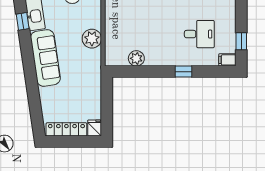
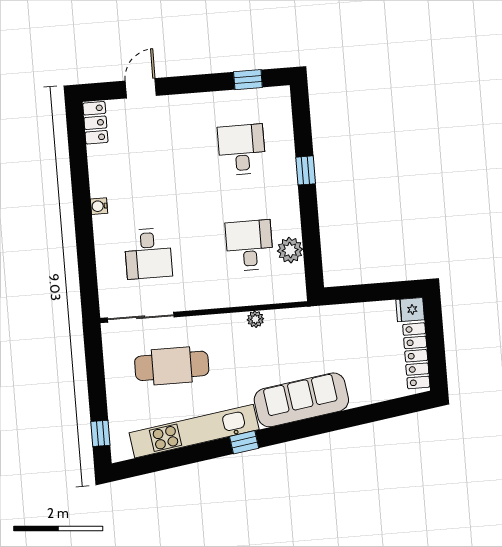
desk: (141, 34) -> (249, 245), added
plant: (92, 39) -> (255, 319), width x0.53, depth x0.53
filing cabinet: (227, 60) -> (280, 100), removed

